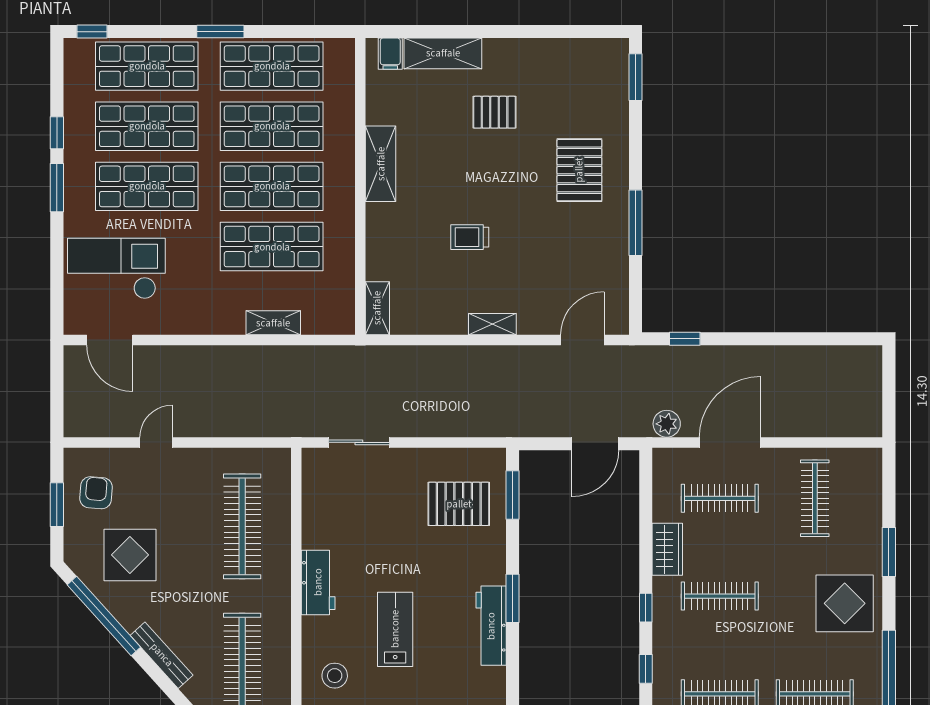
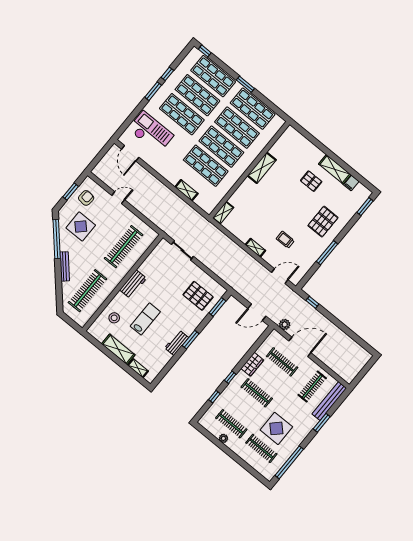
shelving: (443, 53) -> (335, 169), moved
filing cabinet: (390, 54) -> (351, 183), moved
trolley: (470, 237) -> (285, 240), moved
bench: (870, 499) -> (329, 401), added
display table: (845, 603) -> (276, 428), moved
workbench: (491, 626) -> (177, 343), width x0.73

